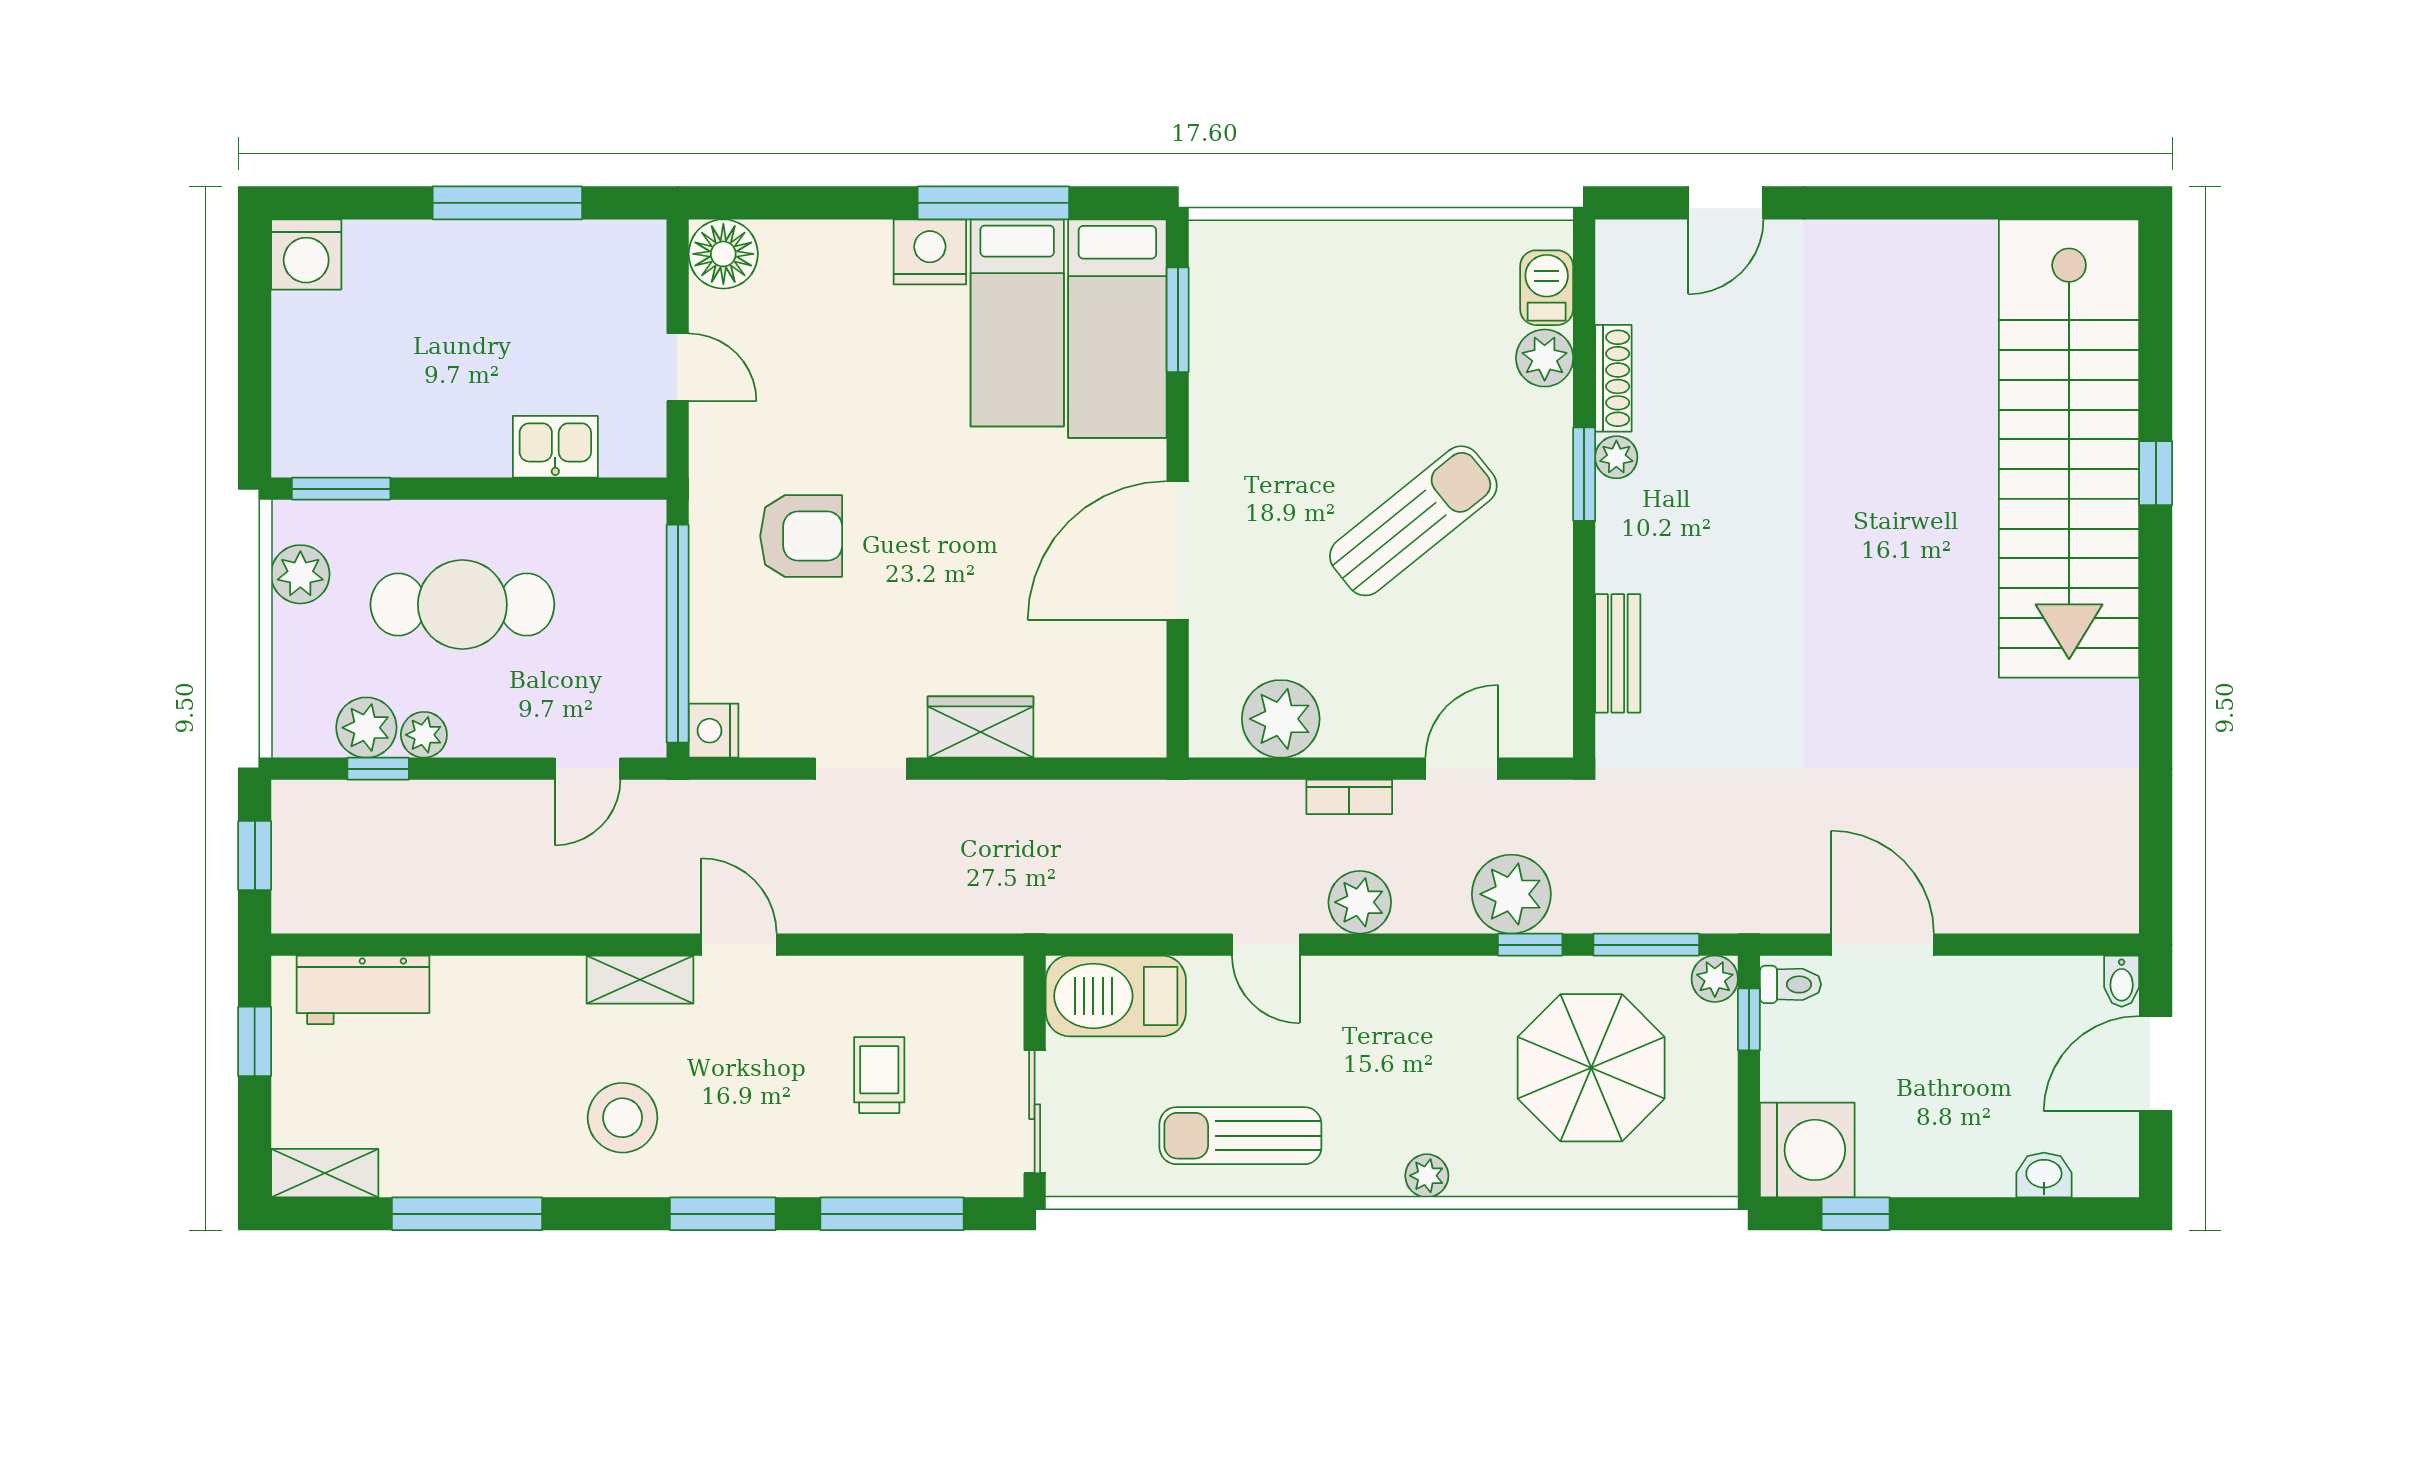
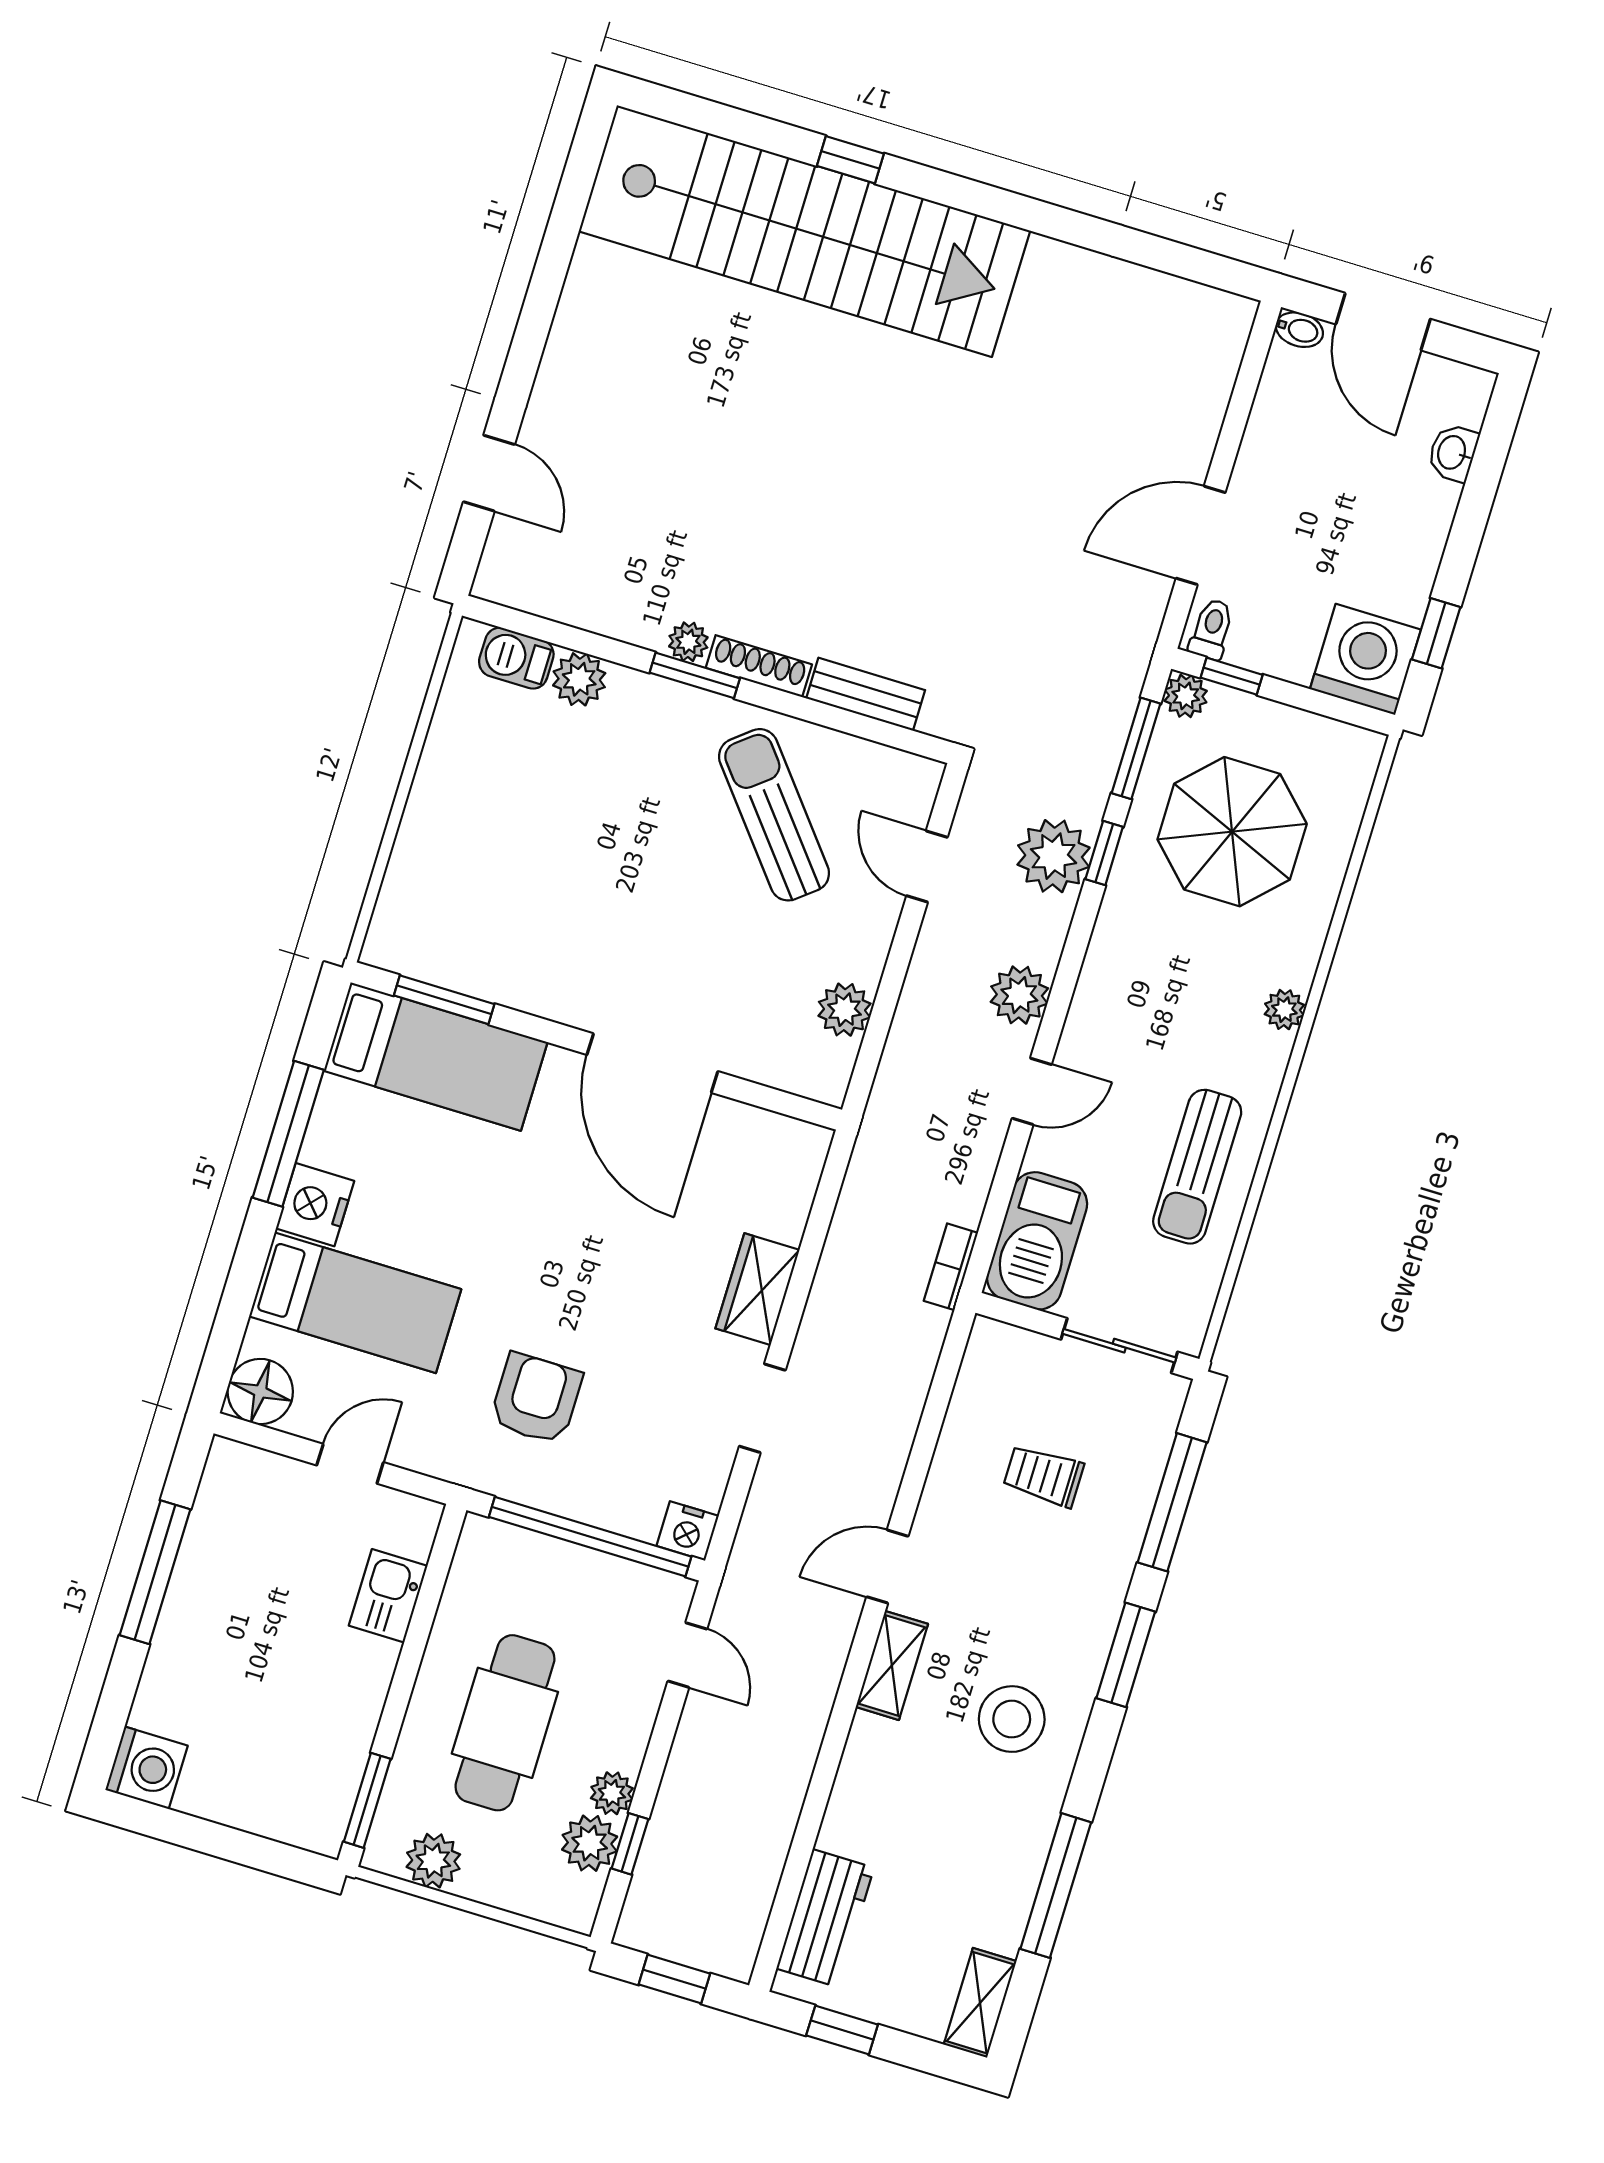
bed: (1017, 323) -> (355, 1303), moved
shoe rack: (1613, 378) -> (759, 666), moved
sun lounger: (1413, 521) -> (774, 815), moved
plant: (1281, 719) -> (845, 1010), width x0.73, depth x0.73
bookcase: (1349, 797) -> (951, 1267), moved, turned 180

